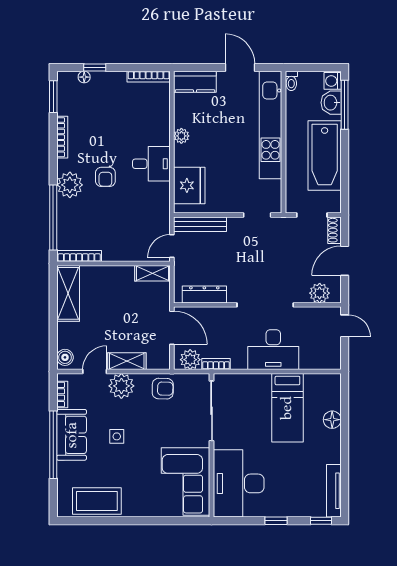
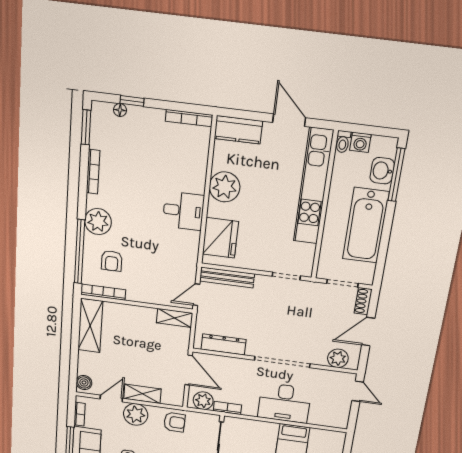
washing machine: (333, 81) -> (360, 142), moved, turned -90
plant: (181, 136) -> (225, 187), width x1.88, depth x1.88
armchair: (105, 177) -> (112, 261), moved

